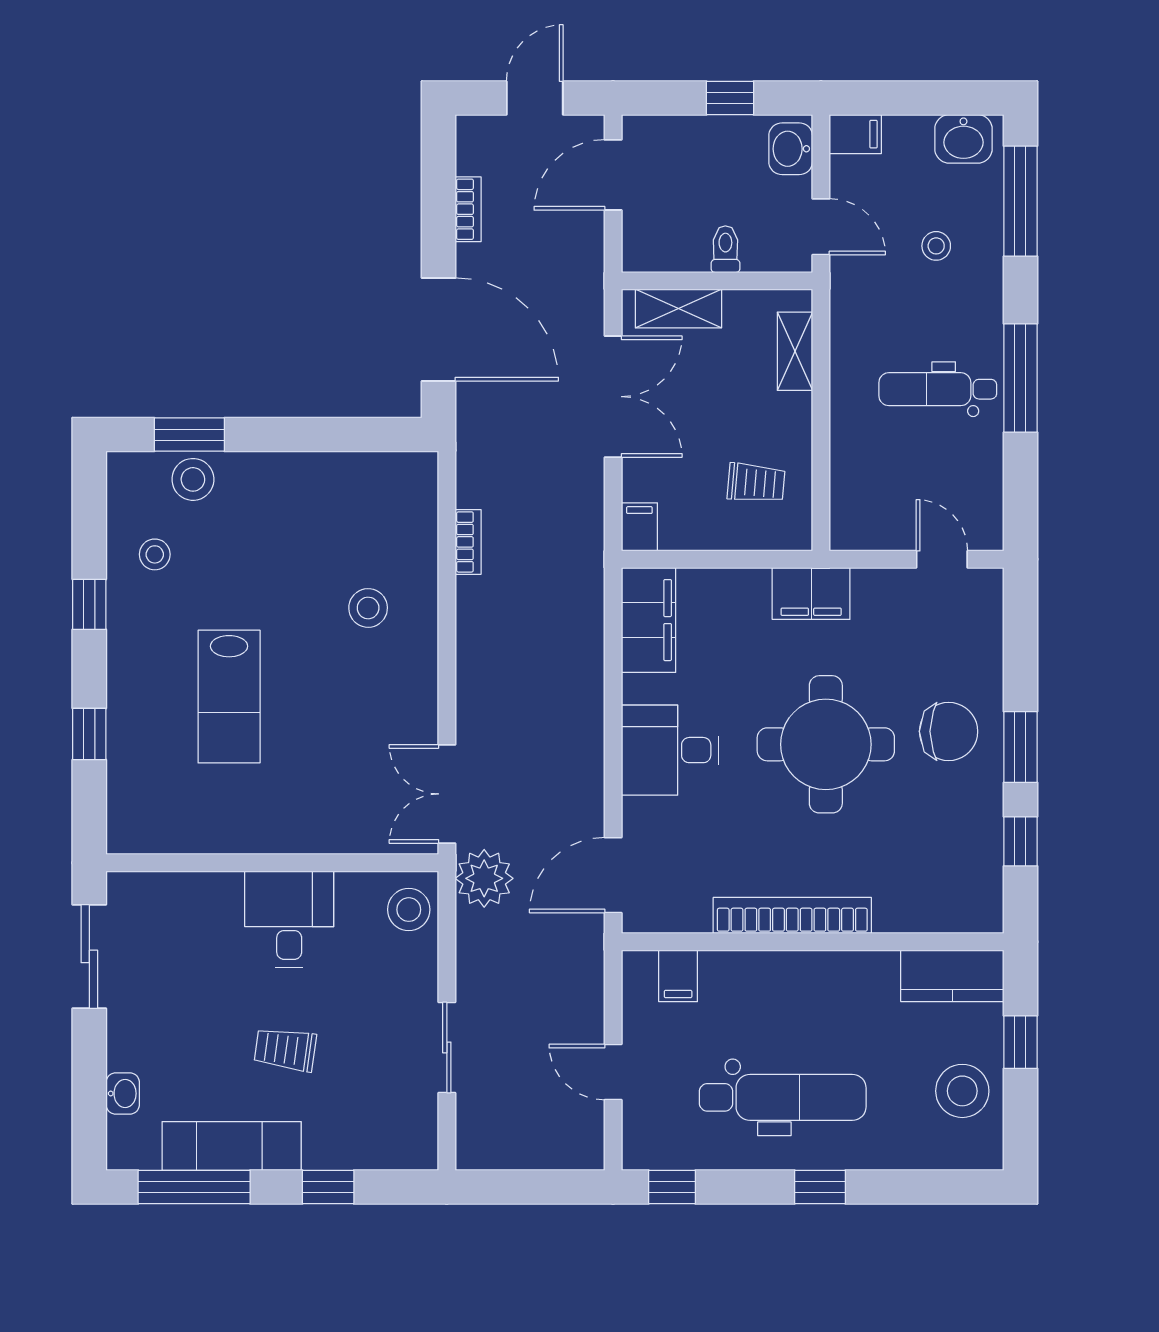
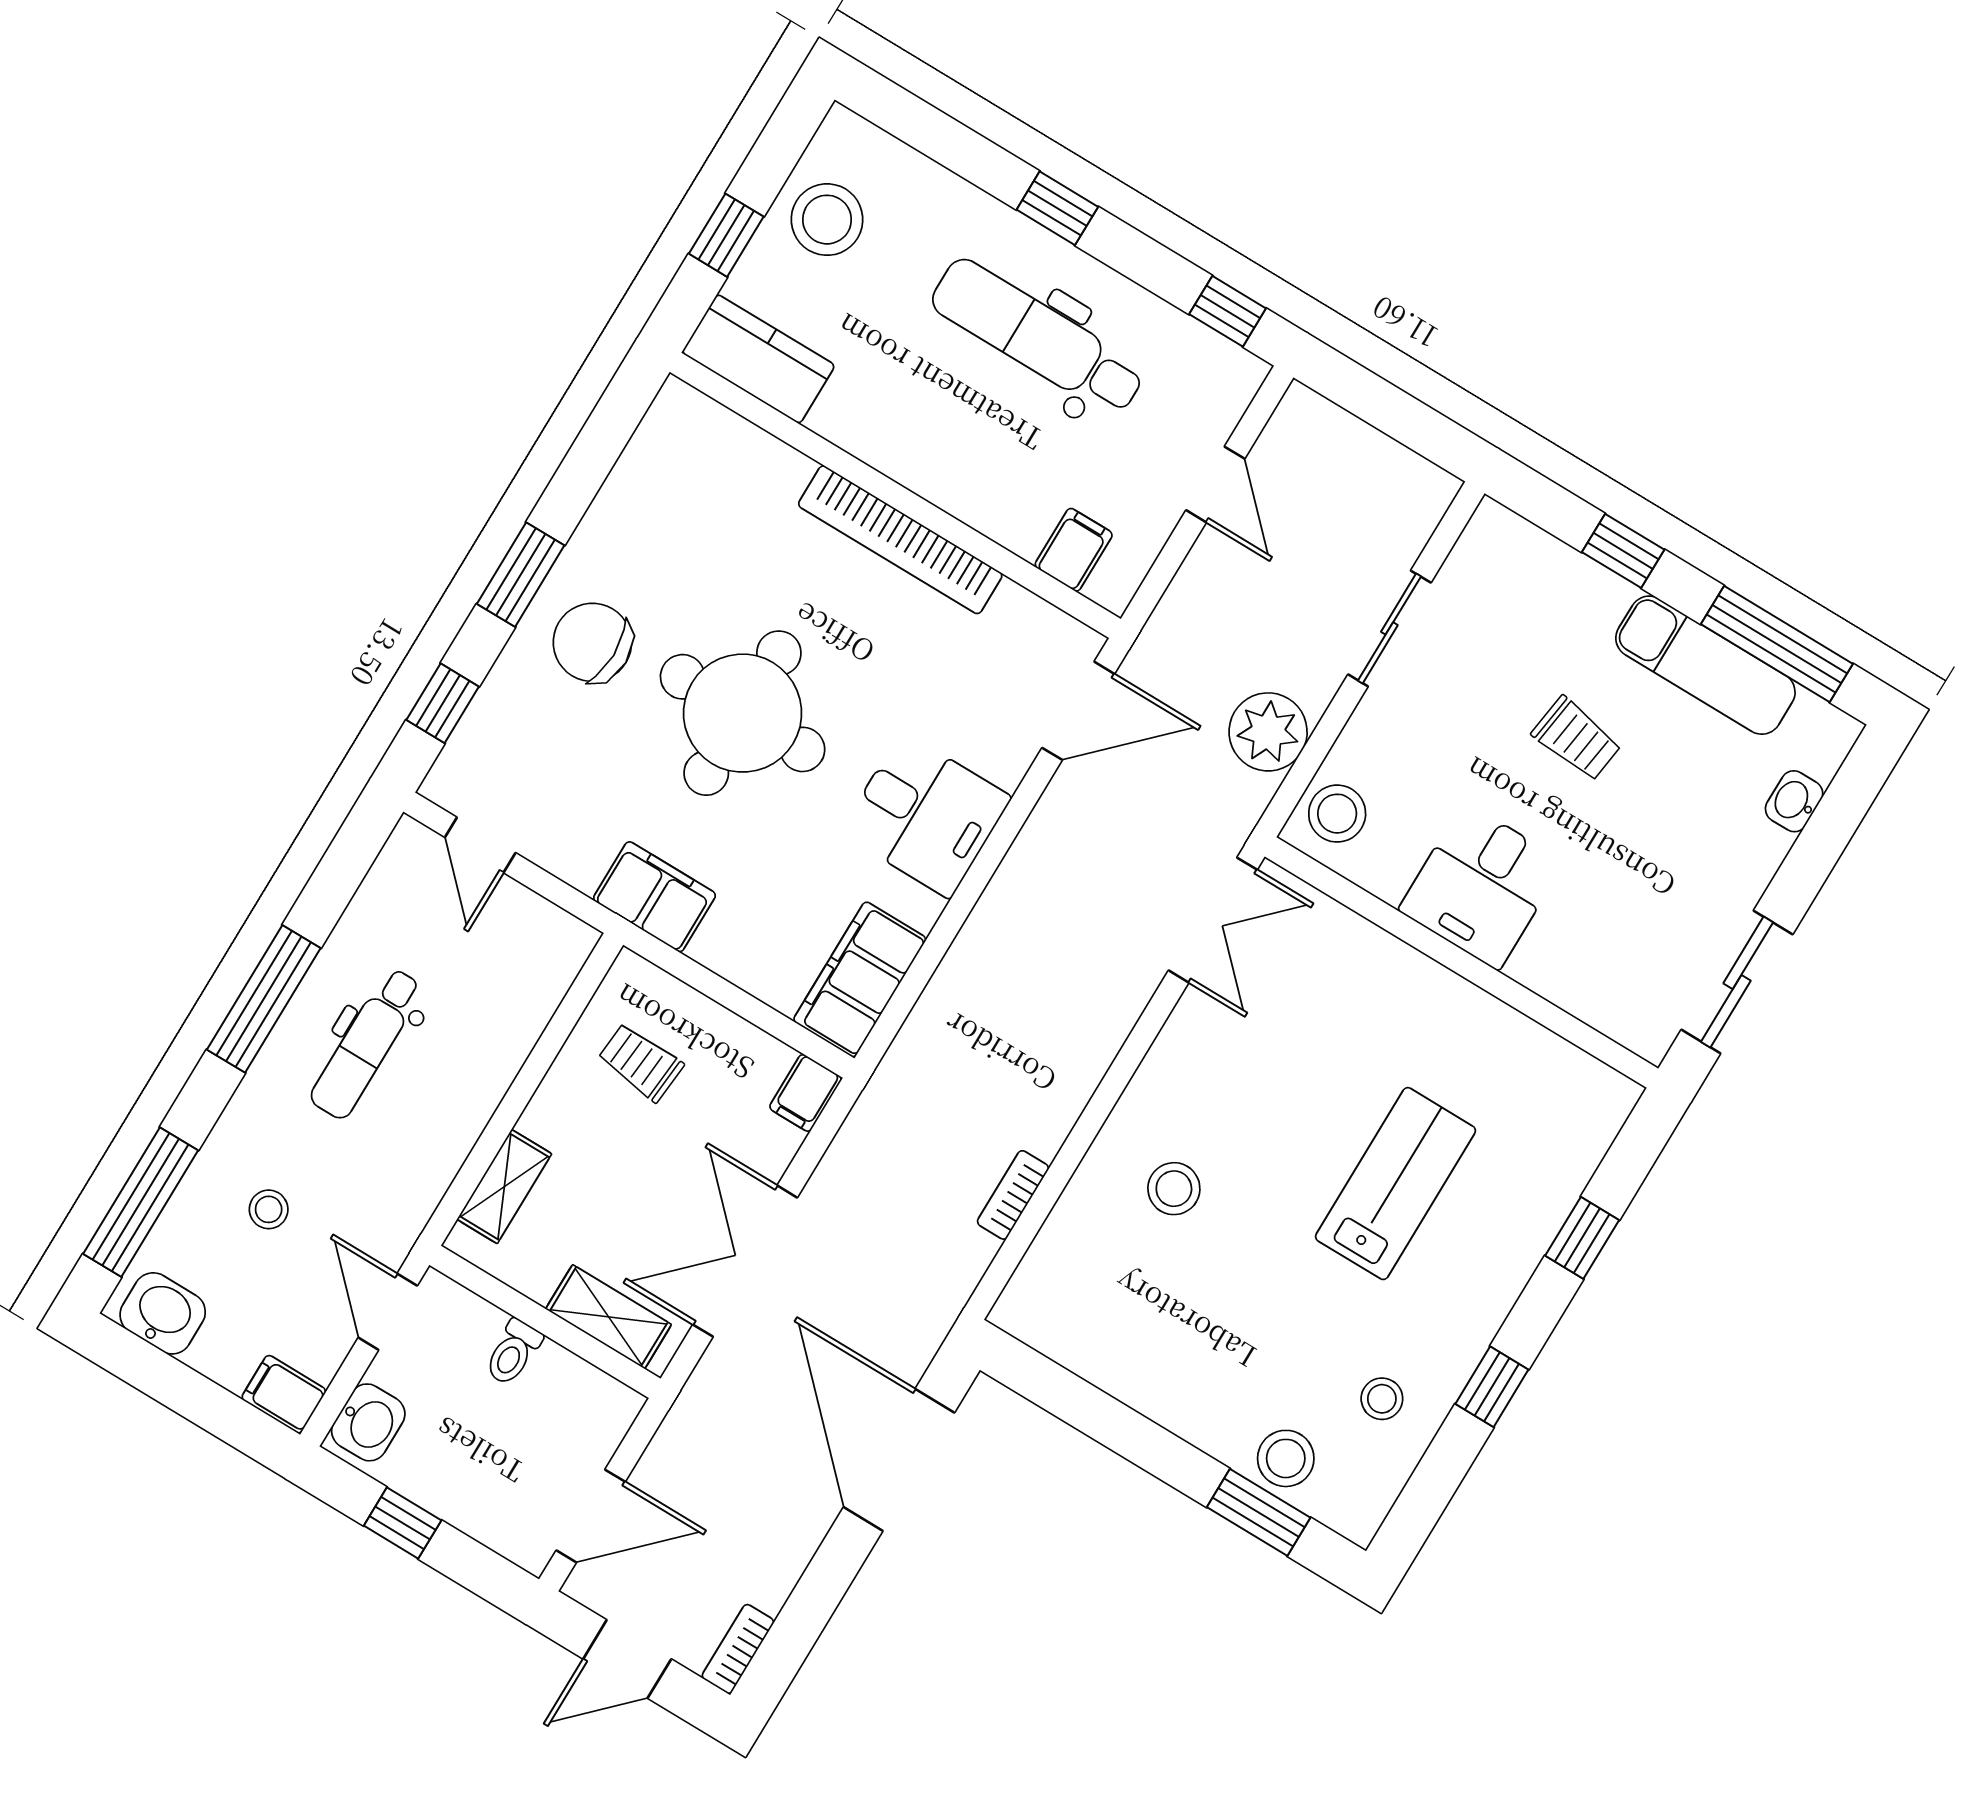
bookcase: (468, 209) -> (738, 1649), moved
dental chair: (938, 389) -> (366, 1044), turned 90
window: (1020, 841) -> (443, 703), moved
plant: (484, 878) -> (1268, 732), moved

